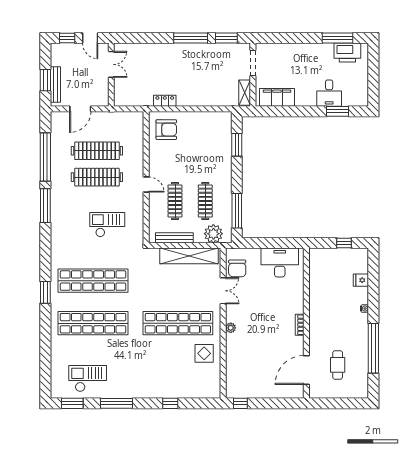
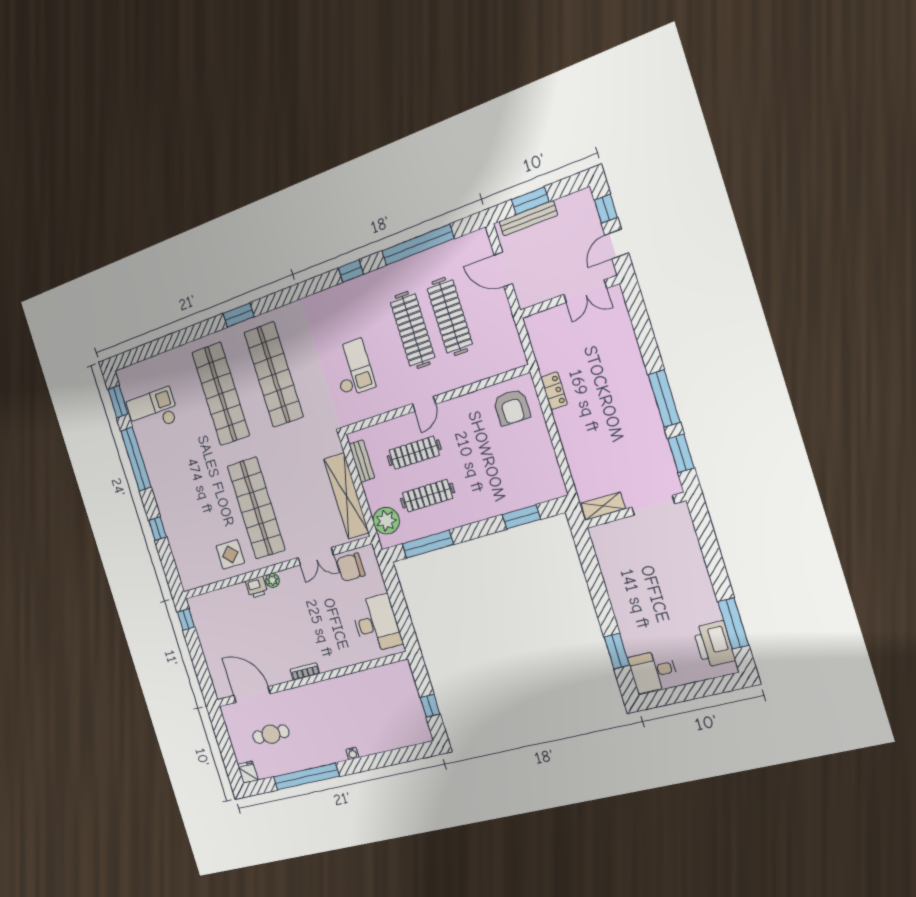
desk: (329, 93) -> (653, 671), moved
filing cabinet: (277, 97) -> (611, 556), removed
window: (45, 206) -> (351, 271), width x0.46
bench: (174, 238) -> (362, 461), width x0.73
fridge: (361, 280) -> (248, 772), moved
printer: (232, 341) -> (257, 587), added
checkout: (88, 379) -> (153, 411), turned -90
window: (117, 403) -> (136, 459), width x1.46

